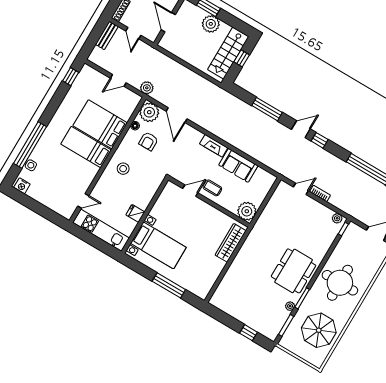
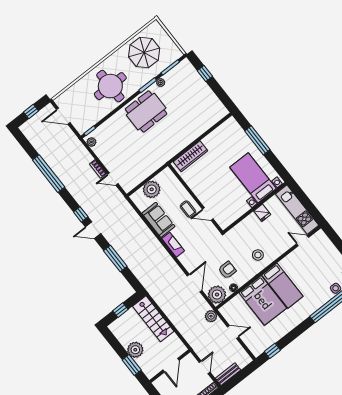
stairs: (228, 53) -> (153, 319), moved, turned 90
plant: (247, 211) -> (152, 189), moved

